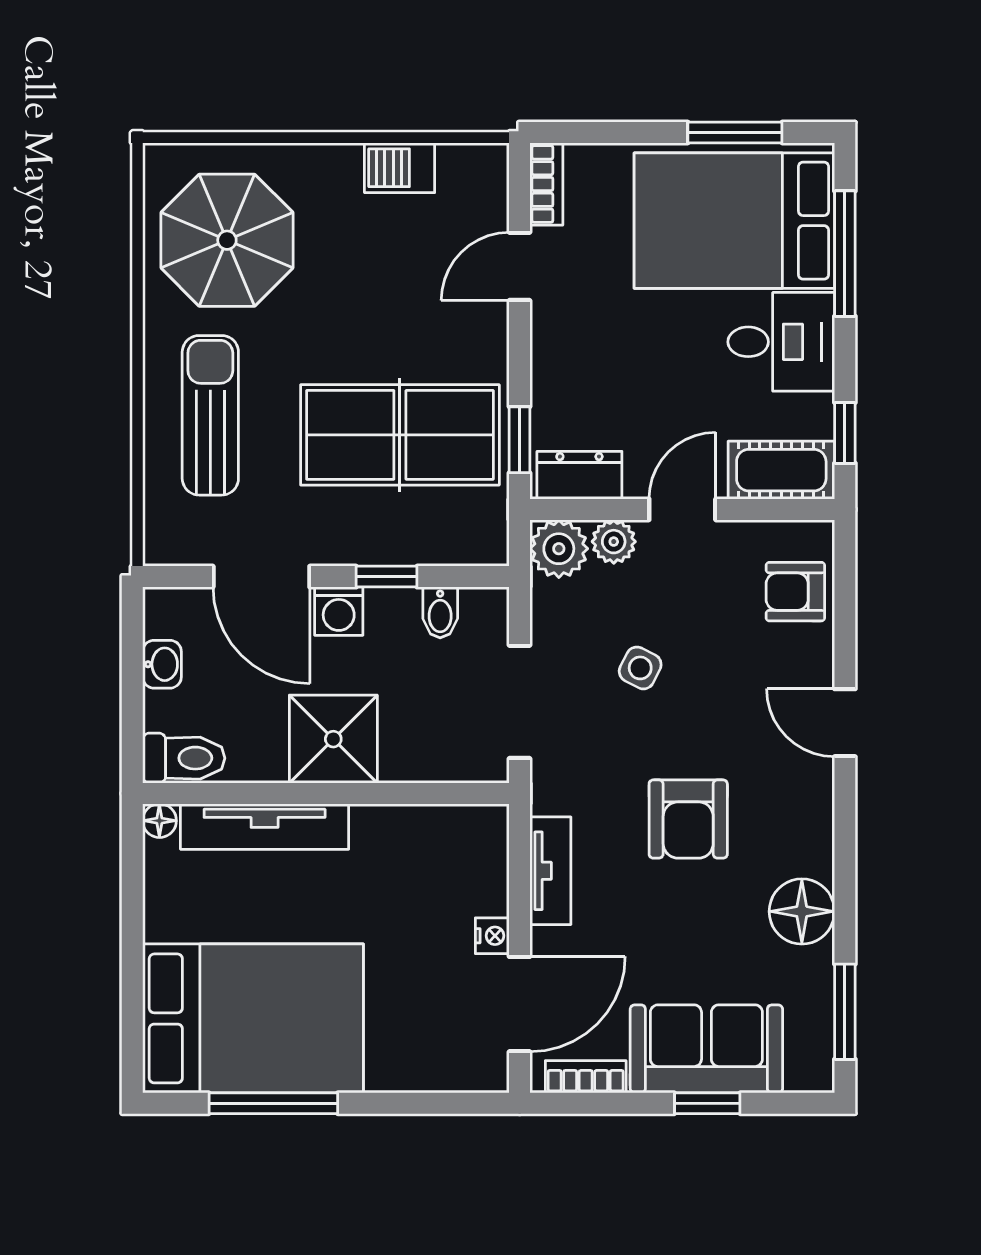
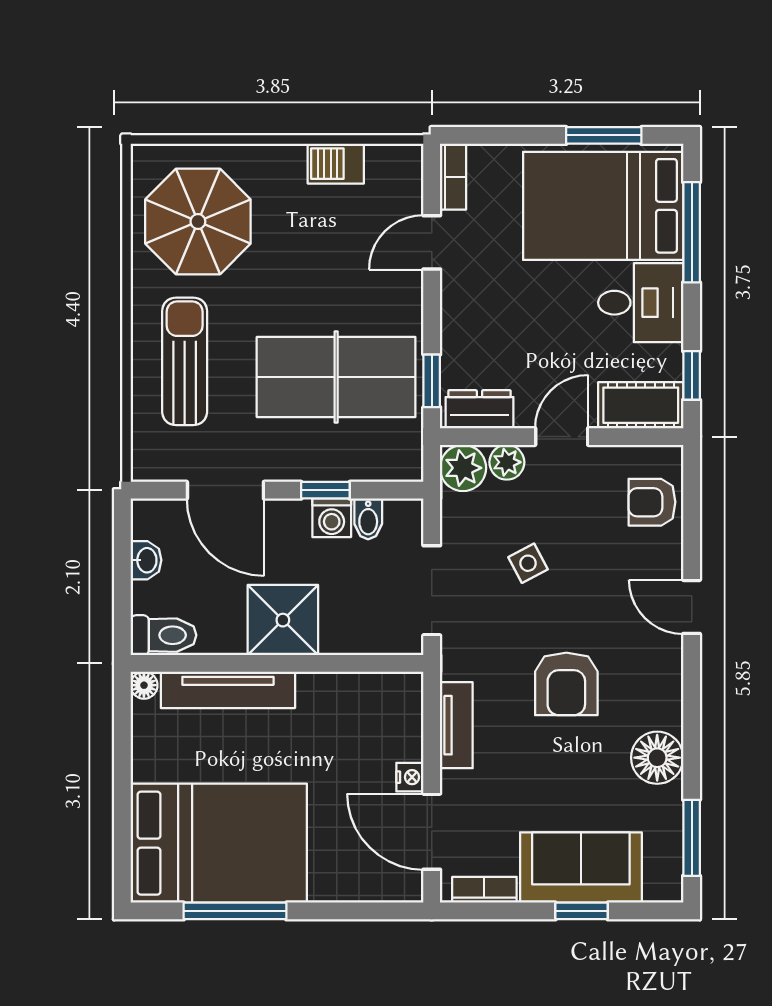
washing machine: (339, 611) -> (332, 518), moved
side table: (640, 668) -> (528, 563), turned 35
door: (520, 1004) -> (432, 832), swing flipped

